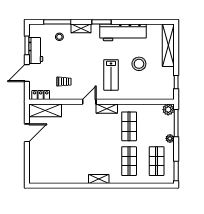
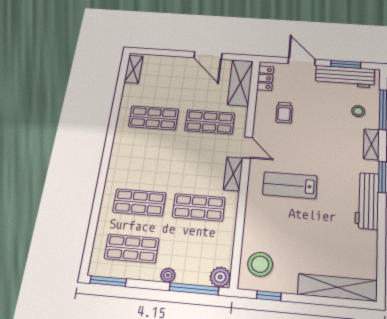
workbench: (123, 32) -> (367, 201), width x0.73, depth x0.76
workbench: (36, 50) -> (345, 77), width x1.38
stool: (139, 64) -> (260, 264), moved
shop shelf: (74, 126) -> (210, 122), added
shop shelf: (74, 161) -> (154, 118), added
shelving: (99, 179) -> (134, 69), moved

